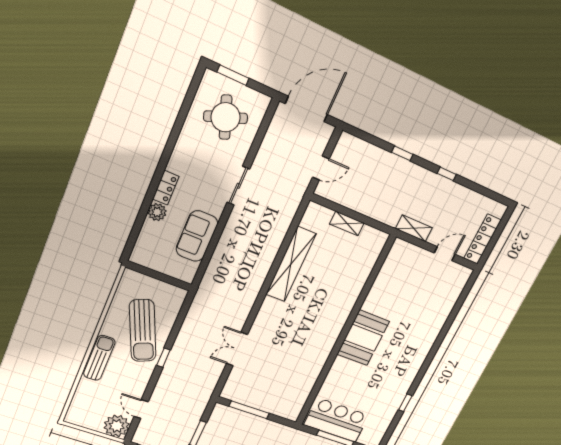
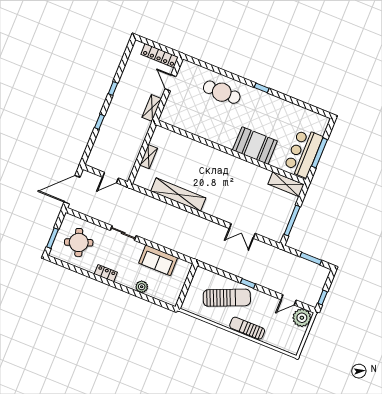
door: (306, 109) -> (72, 190), hinge flipped
door: (321, 168) -> (110, 178), swing flipped
locker: (166, 188) -> (106, 273), moved
cafe table: (424, 320) -> (222, 92), added
booth: (363, 338) -> (255, 146), moved
shelving: (297, 401) -> (286, 184), added
window: (405, 403) -> (262, 88), moved

